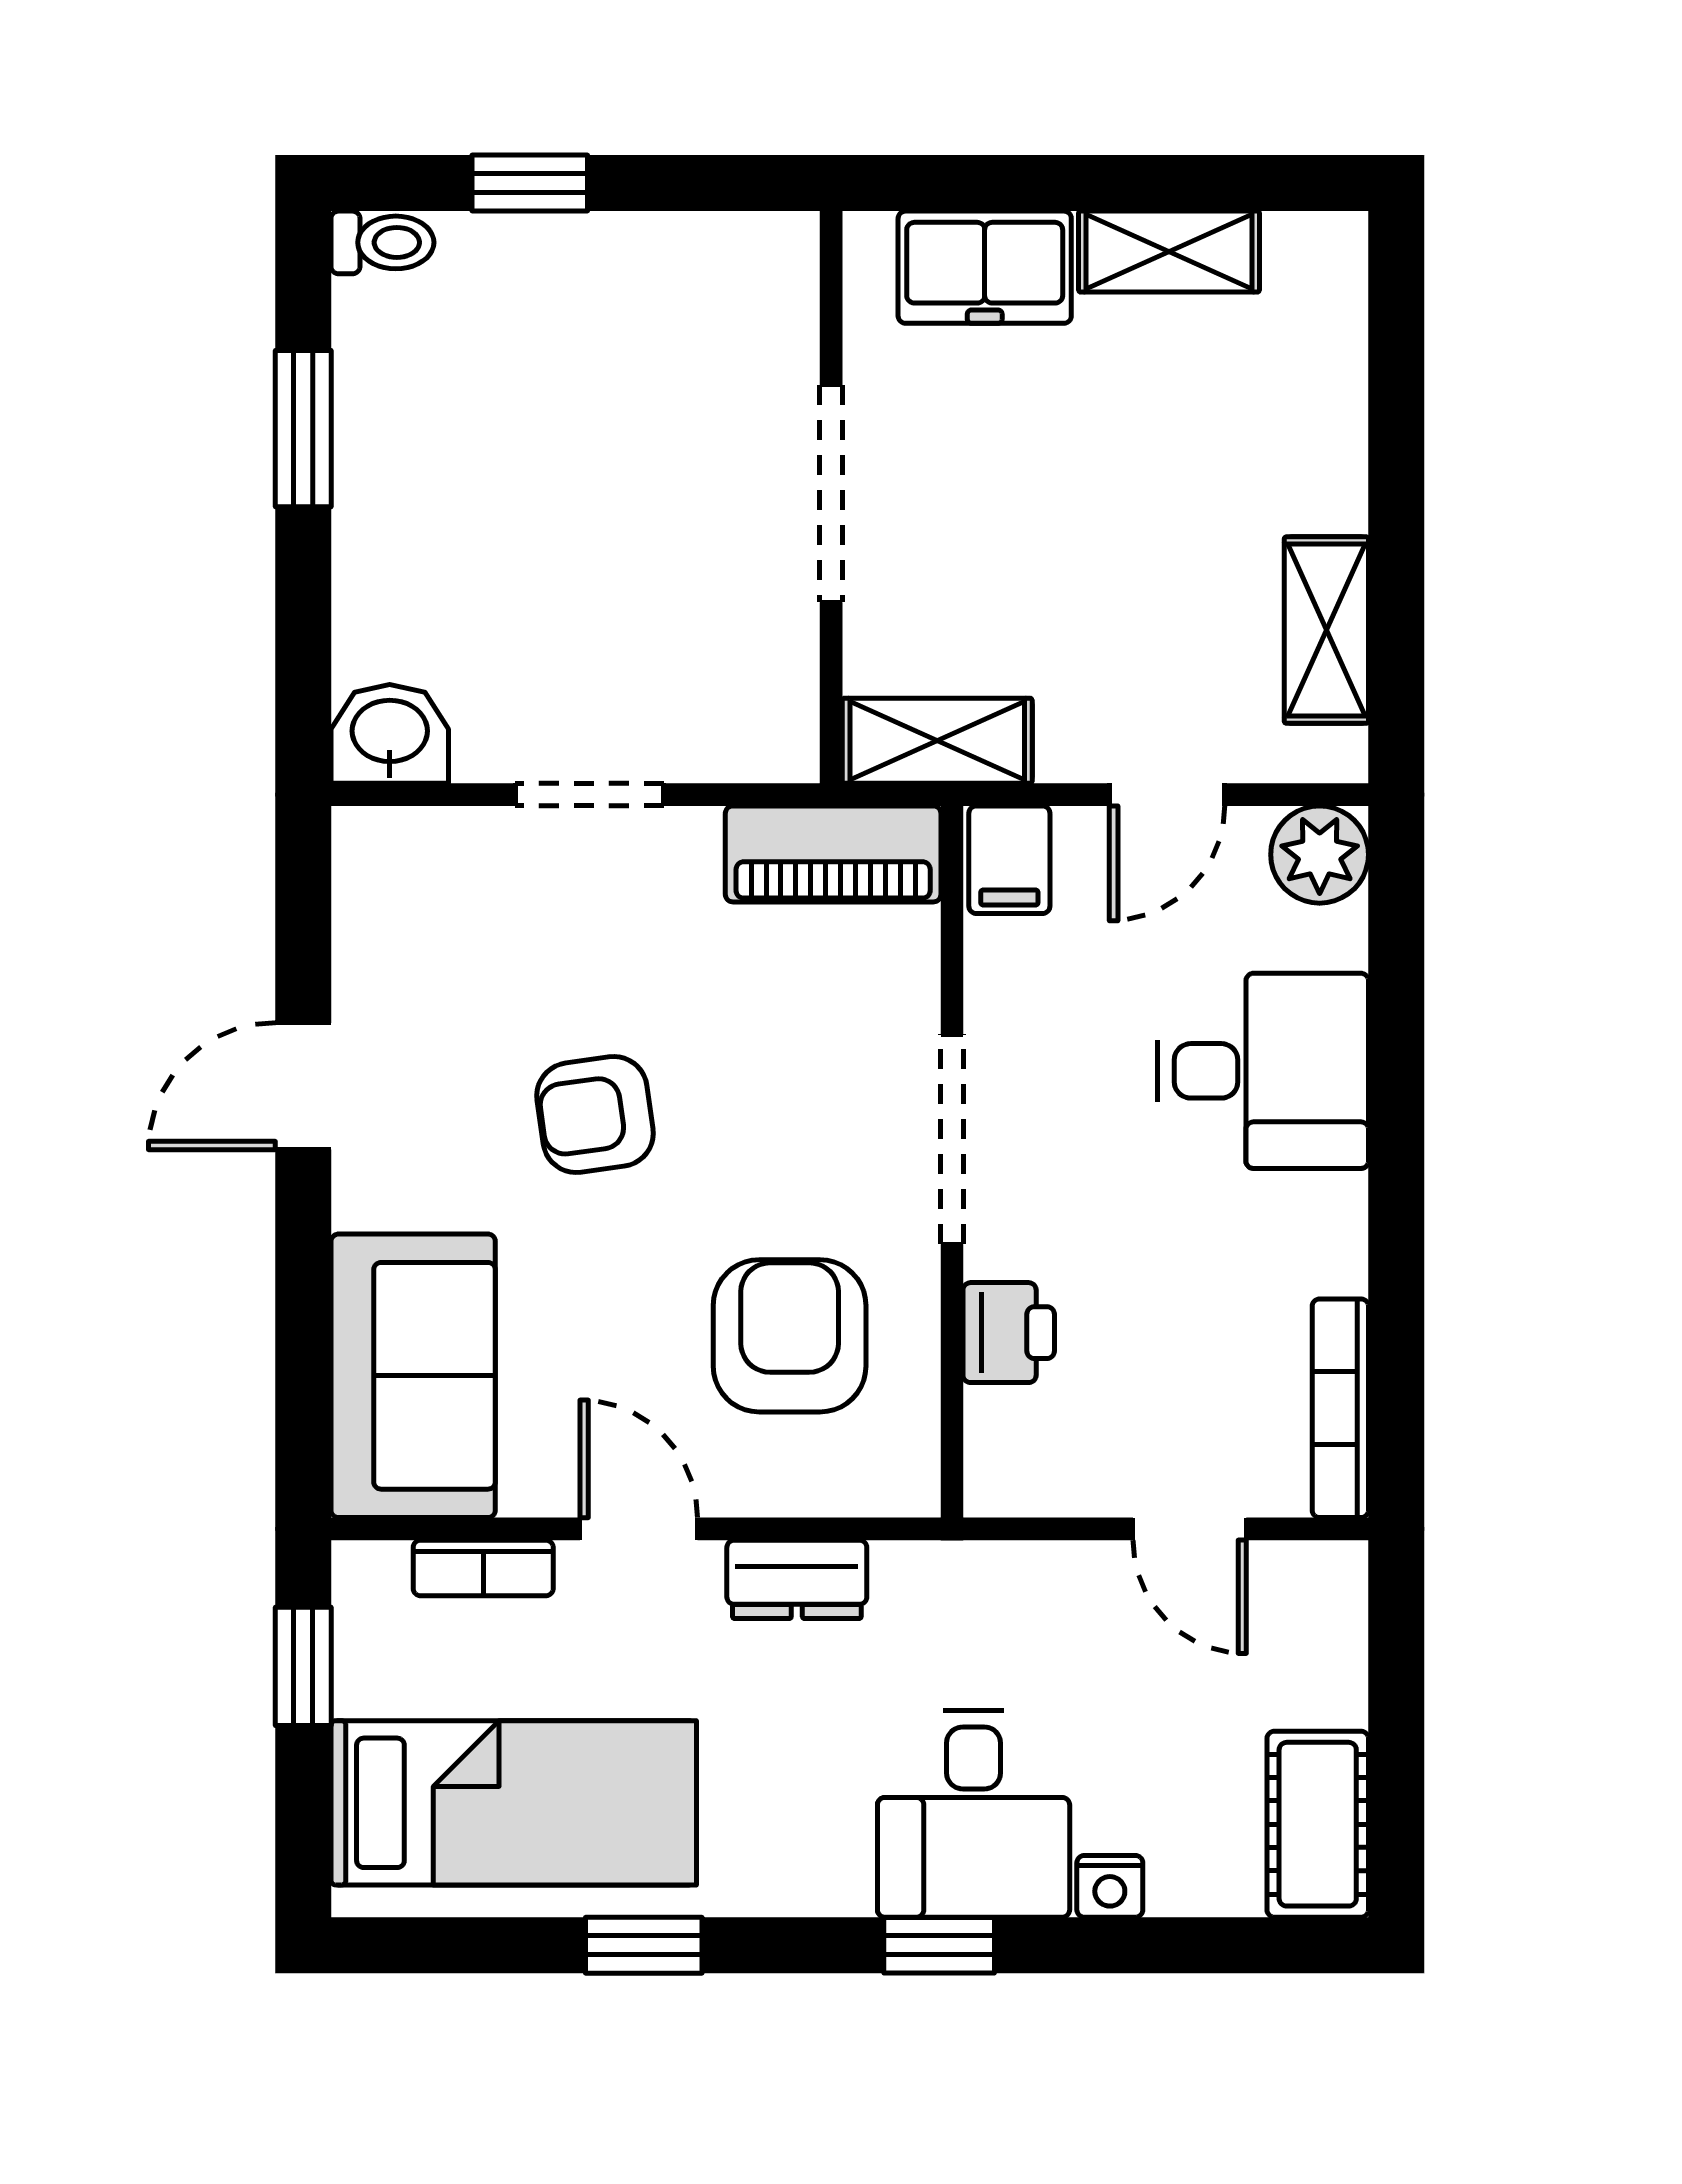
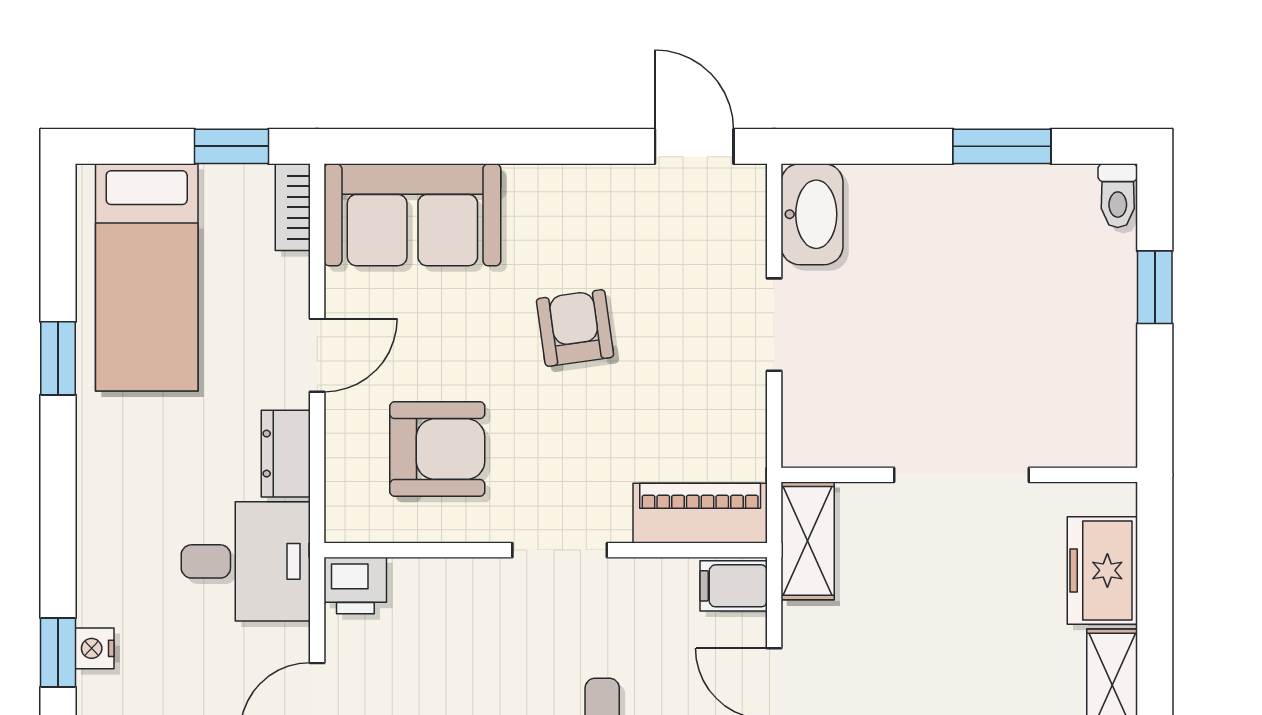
washbasin: (390, 734) -> (812, 214), width x1.38
piano: (833, 854) -> (700, 513), moved, turned 90
door: (303, 1086) -> (694, 146), moved
doorway: (952, 1139) -> (560, 550), width x0.73
printer: (1009, 1333) -> (355, 585), moved
bookcase: (483, 1568) -> (293, 207), moved
desk: (974, 1814) -> (246, 561), moved, turned 180
window: (939, 1945) -> (58, 653), moved

